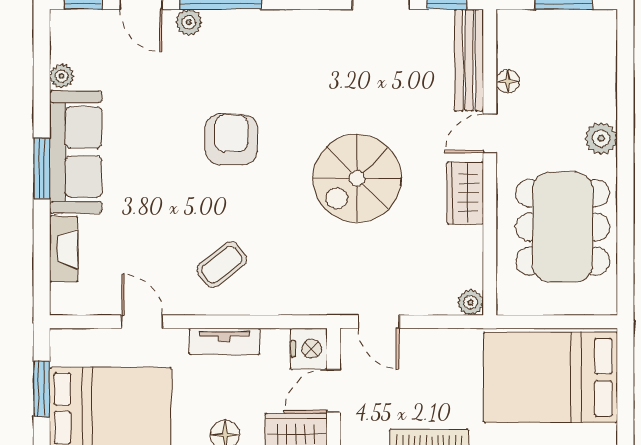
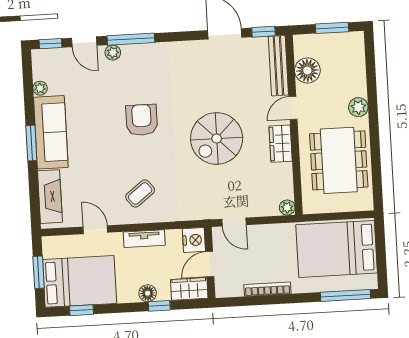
floor lamp: (508, 81) -> (307, 70), width x1.89, depth x1.89
fireplace: (64, 249) -> (50, 197), width x1.37, depth x1.32

